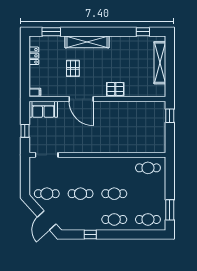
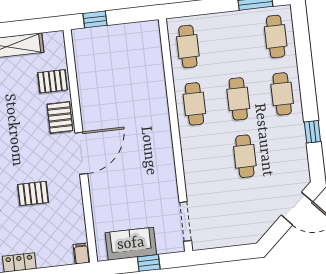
pallet: (137, 87) -> (53, 81), added
door: (81, 99) -> (81, 153), moved
sofa: (43, 109) -> (131, 244), moved, turned -90
cafe table: (47, 194) -> (194, 104), moved

